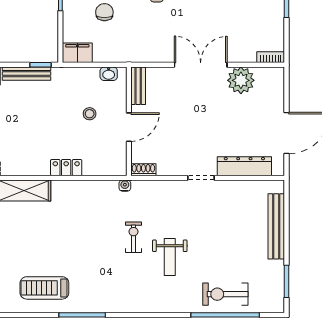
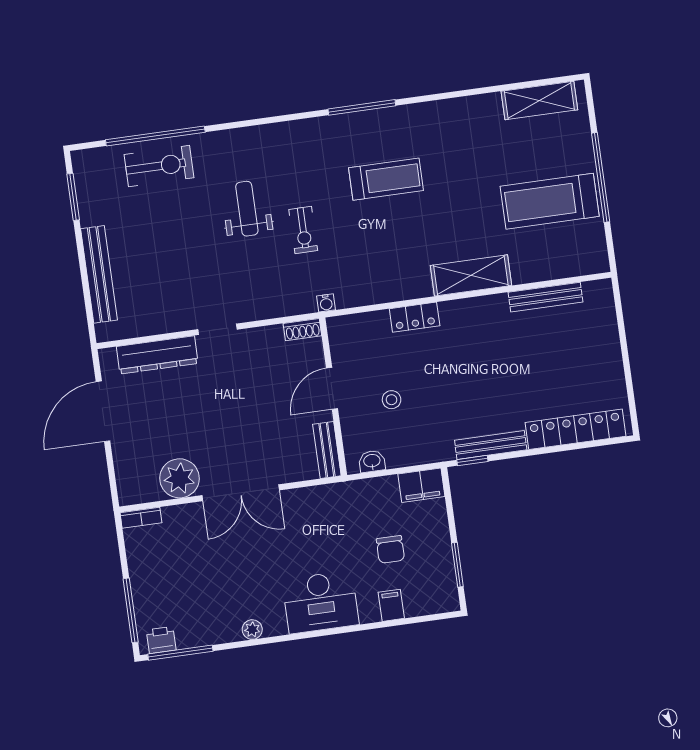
treadmill: (44, 288) -> (386, 179), moved

